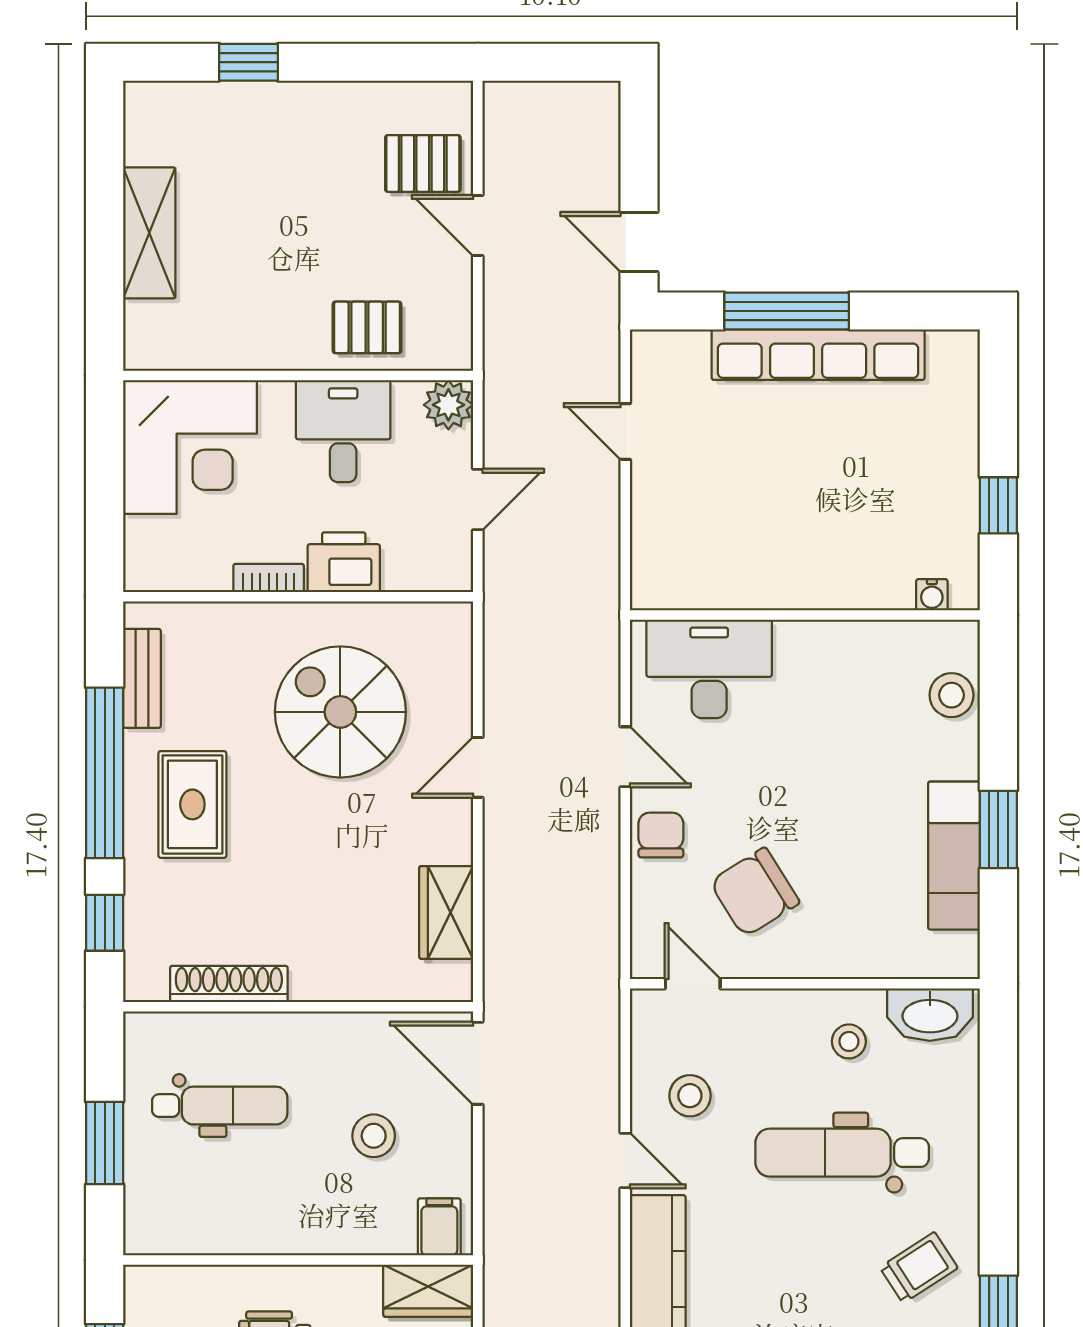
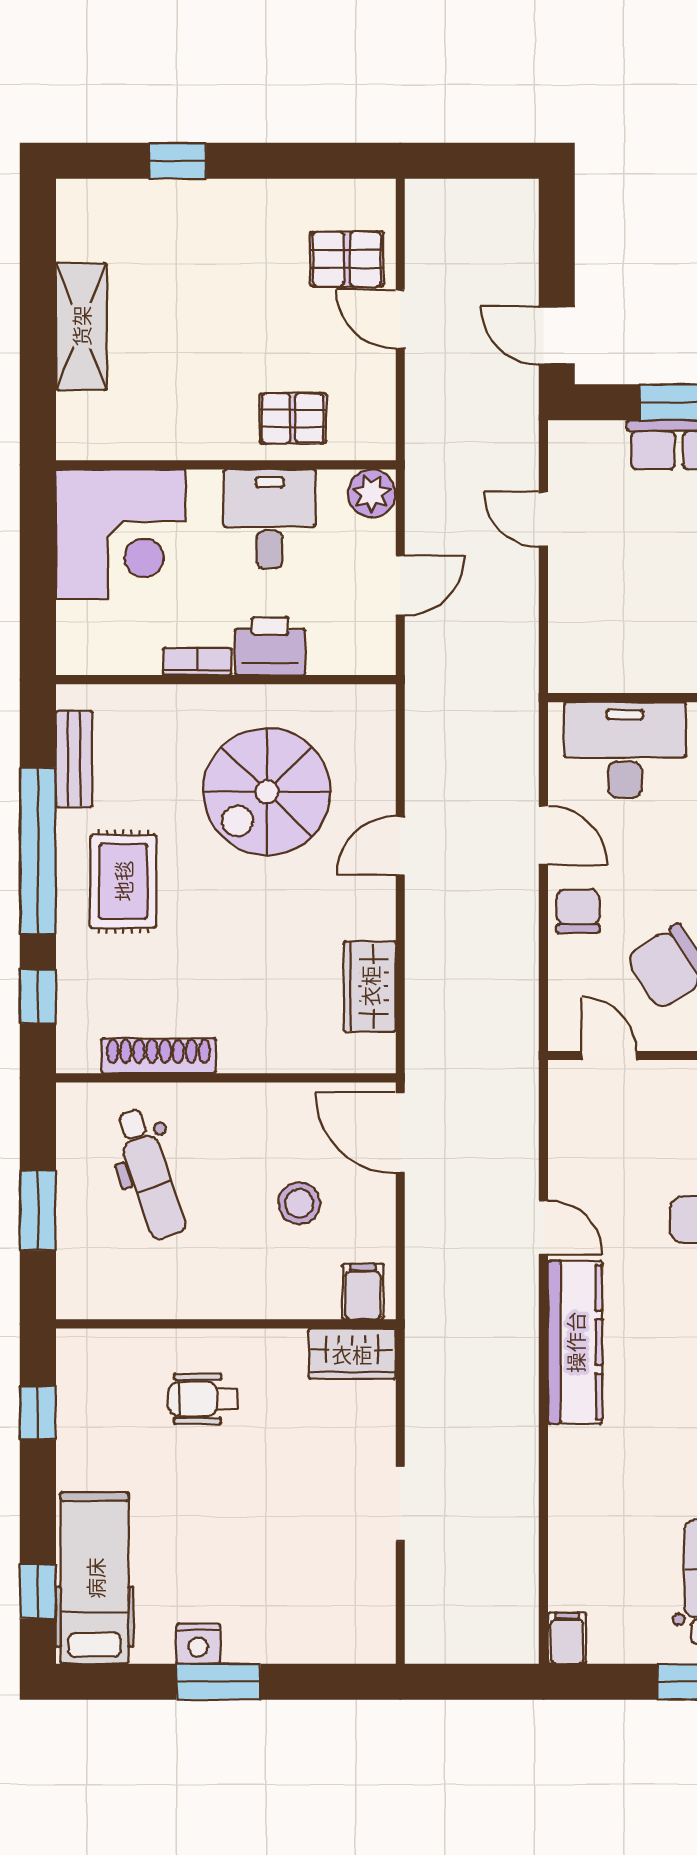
spiral stairs: (340, 712) -> (267, 792), turned -90
stool: (690, 1096) -> (606, 1164), removed
dental chair: (220, 1106) -> (150, 1174), turned 71

